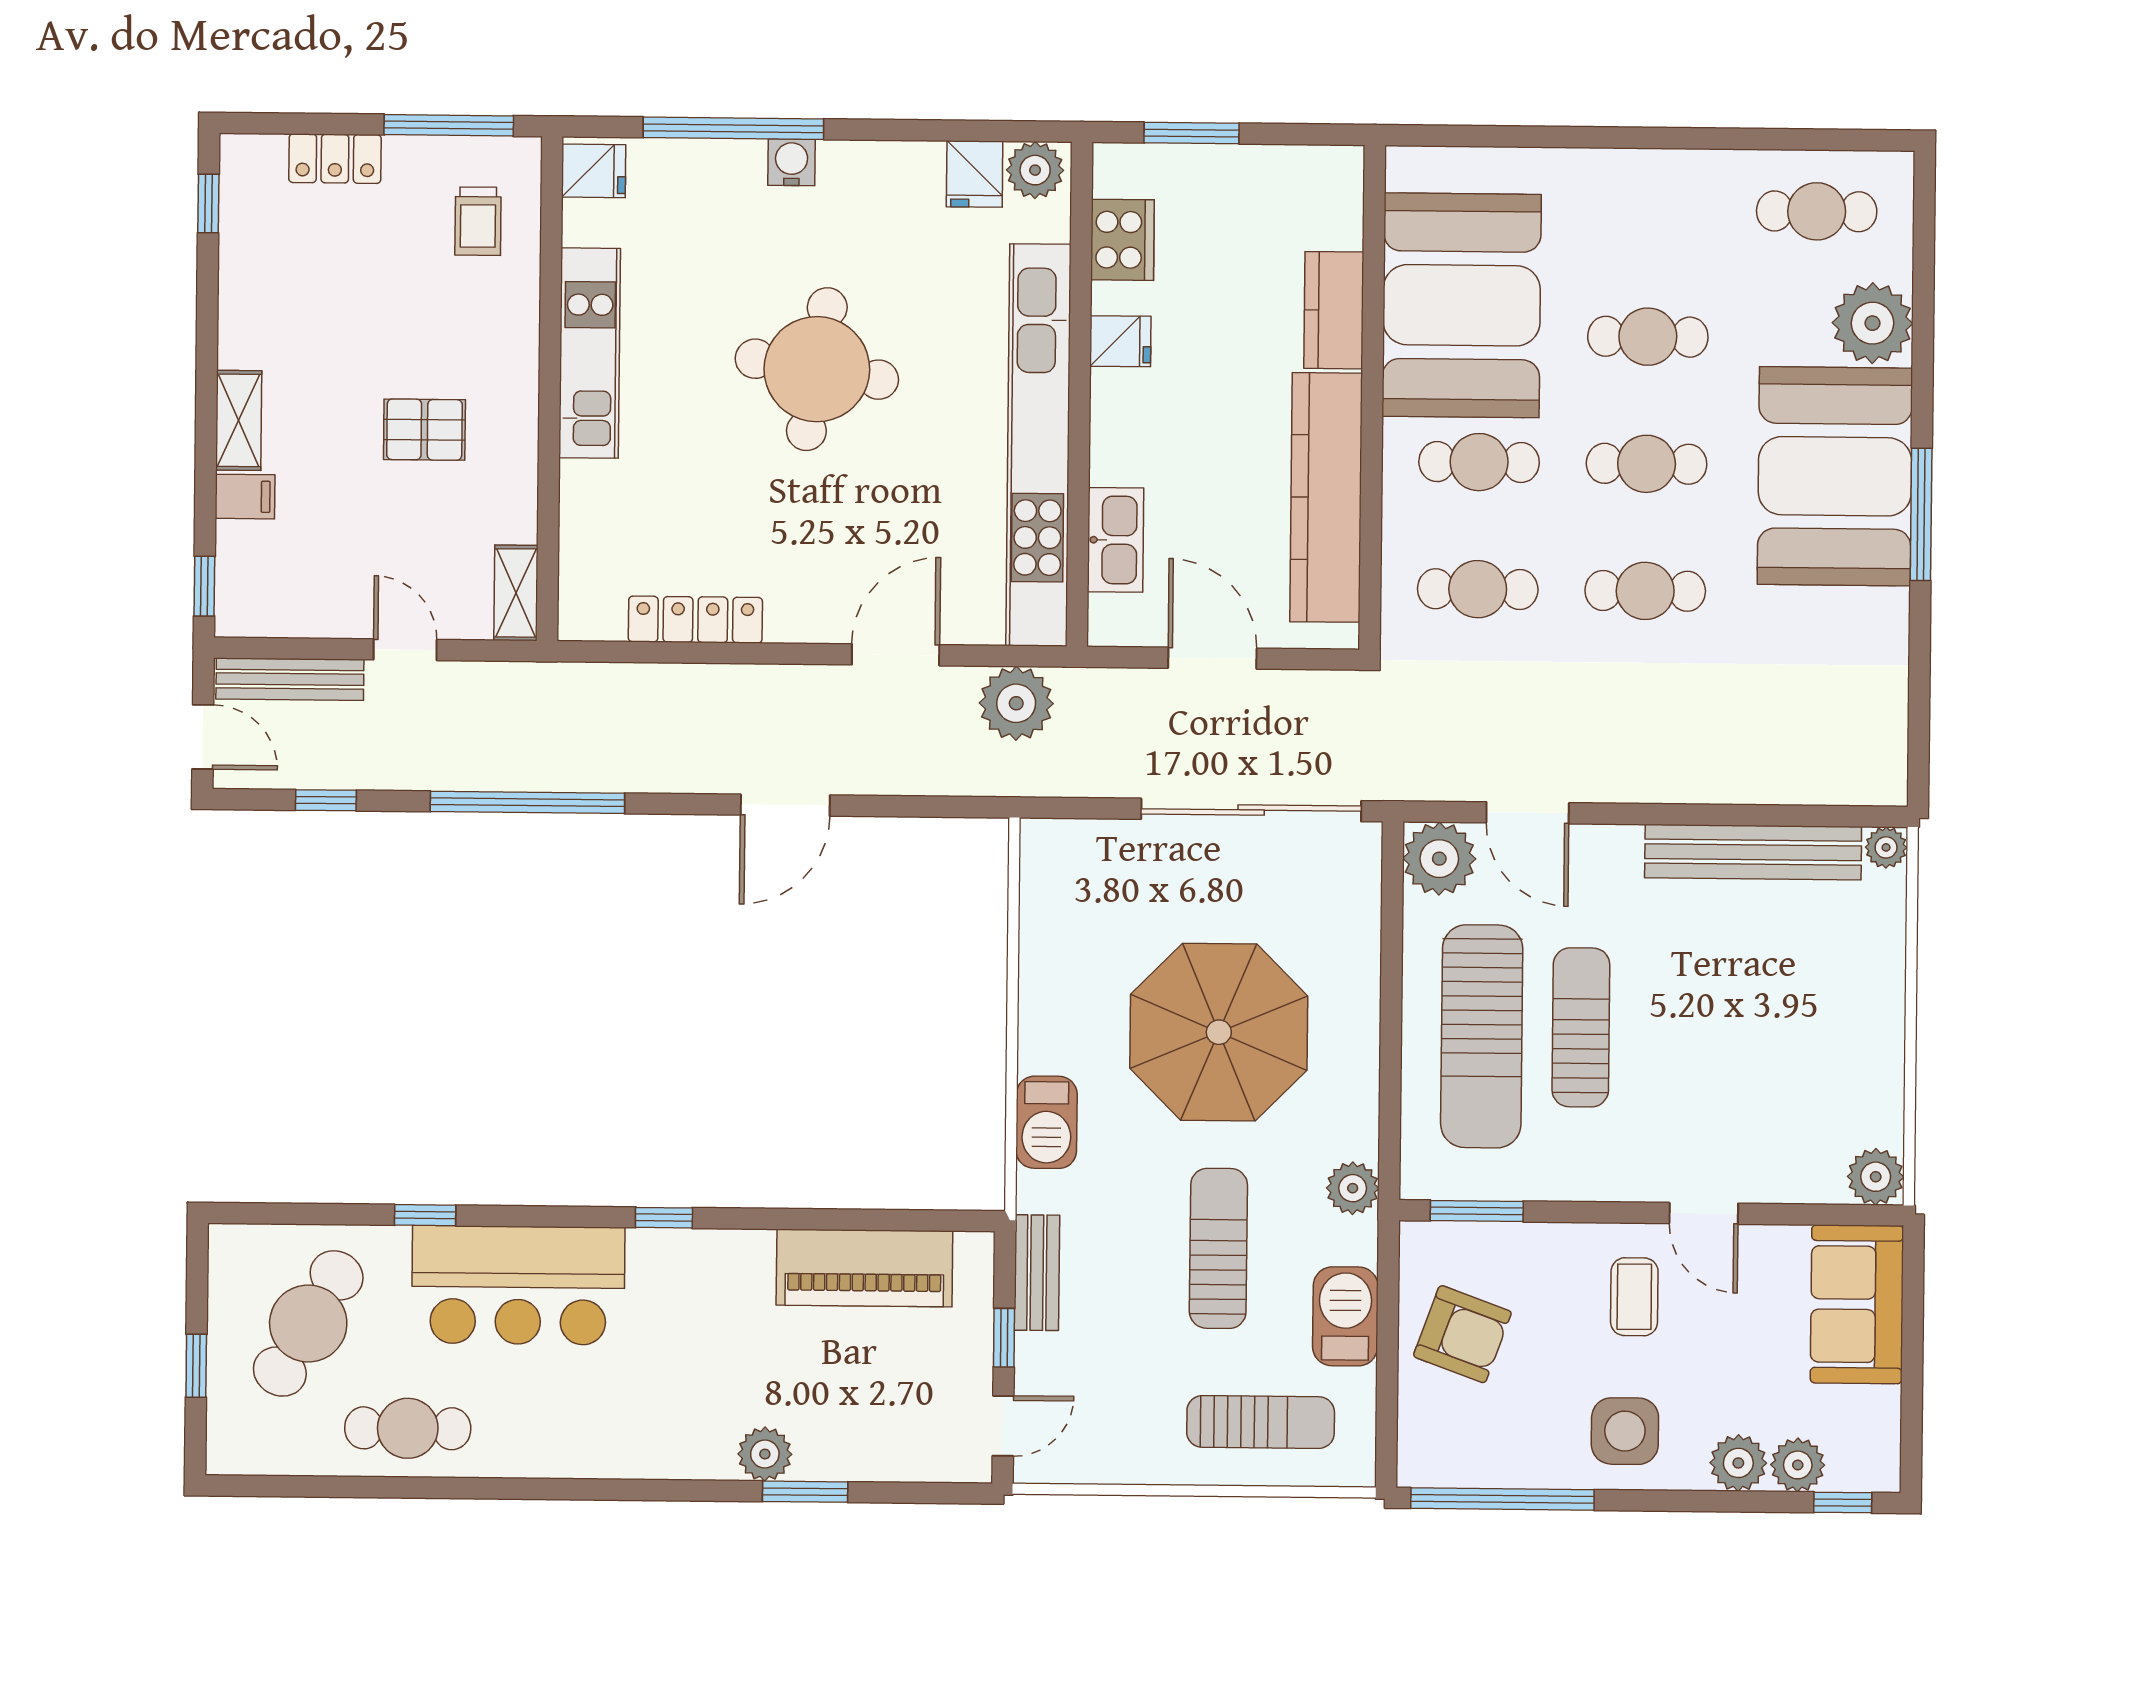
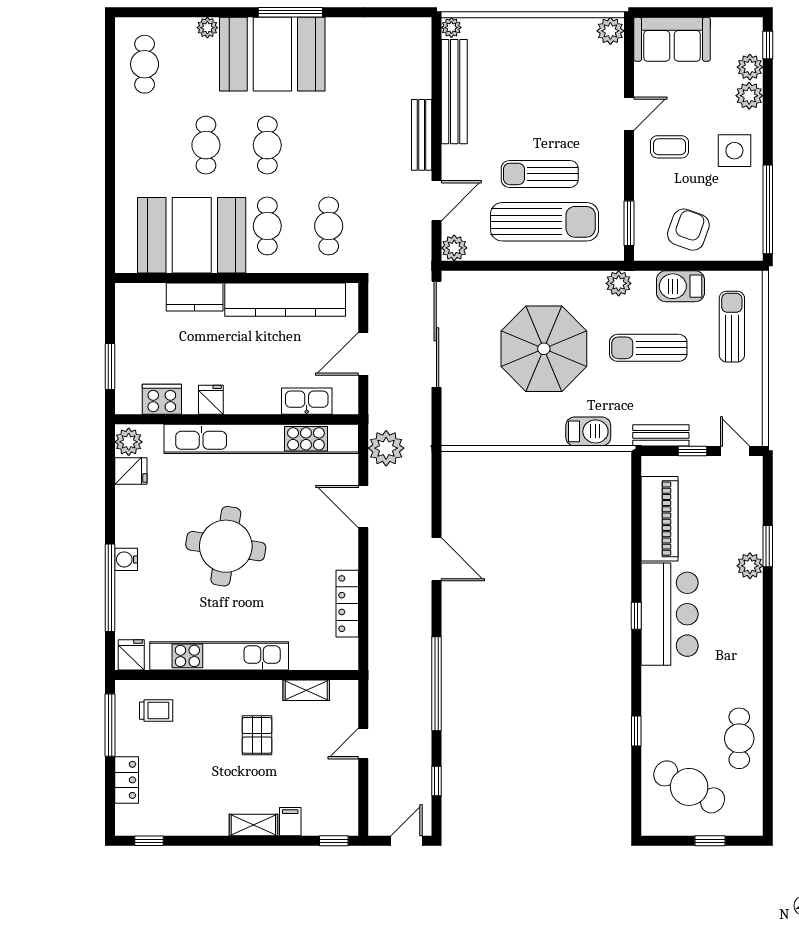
plant: (1873, 323) -> (207, 28), width x0.53, depth x0.53
kitchen unit: (590, 353) -> (219, 656), width x1.36
cafe table: (1645, 591) -> (329, 145), removed
shelving: (516, 593) -> (306, 690), moved
bench: (290, 679) -> (422, 135), moved
plant: (1439, 859) -> (454, 248), width x0.73, depth x0.73
bar counter: (518, 1285) -> (670, 614), moved

